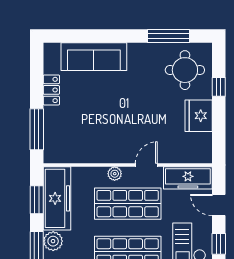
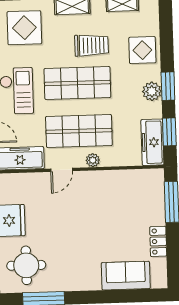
sofa: (94, 57) -> (126, 276), width x0.73
freezer: (57, 198) -> (152, 142), width x0.73, depth x0.79

